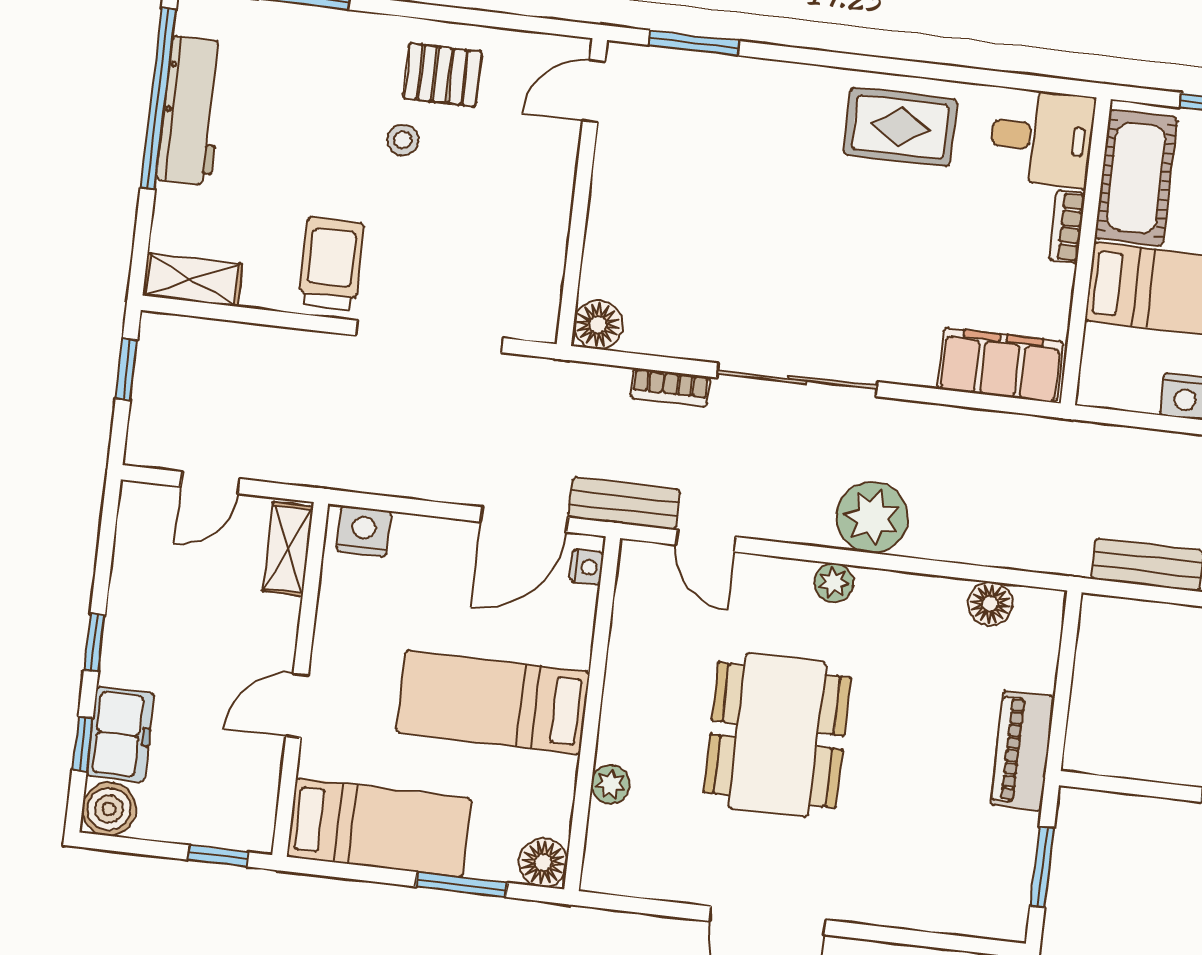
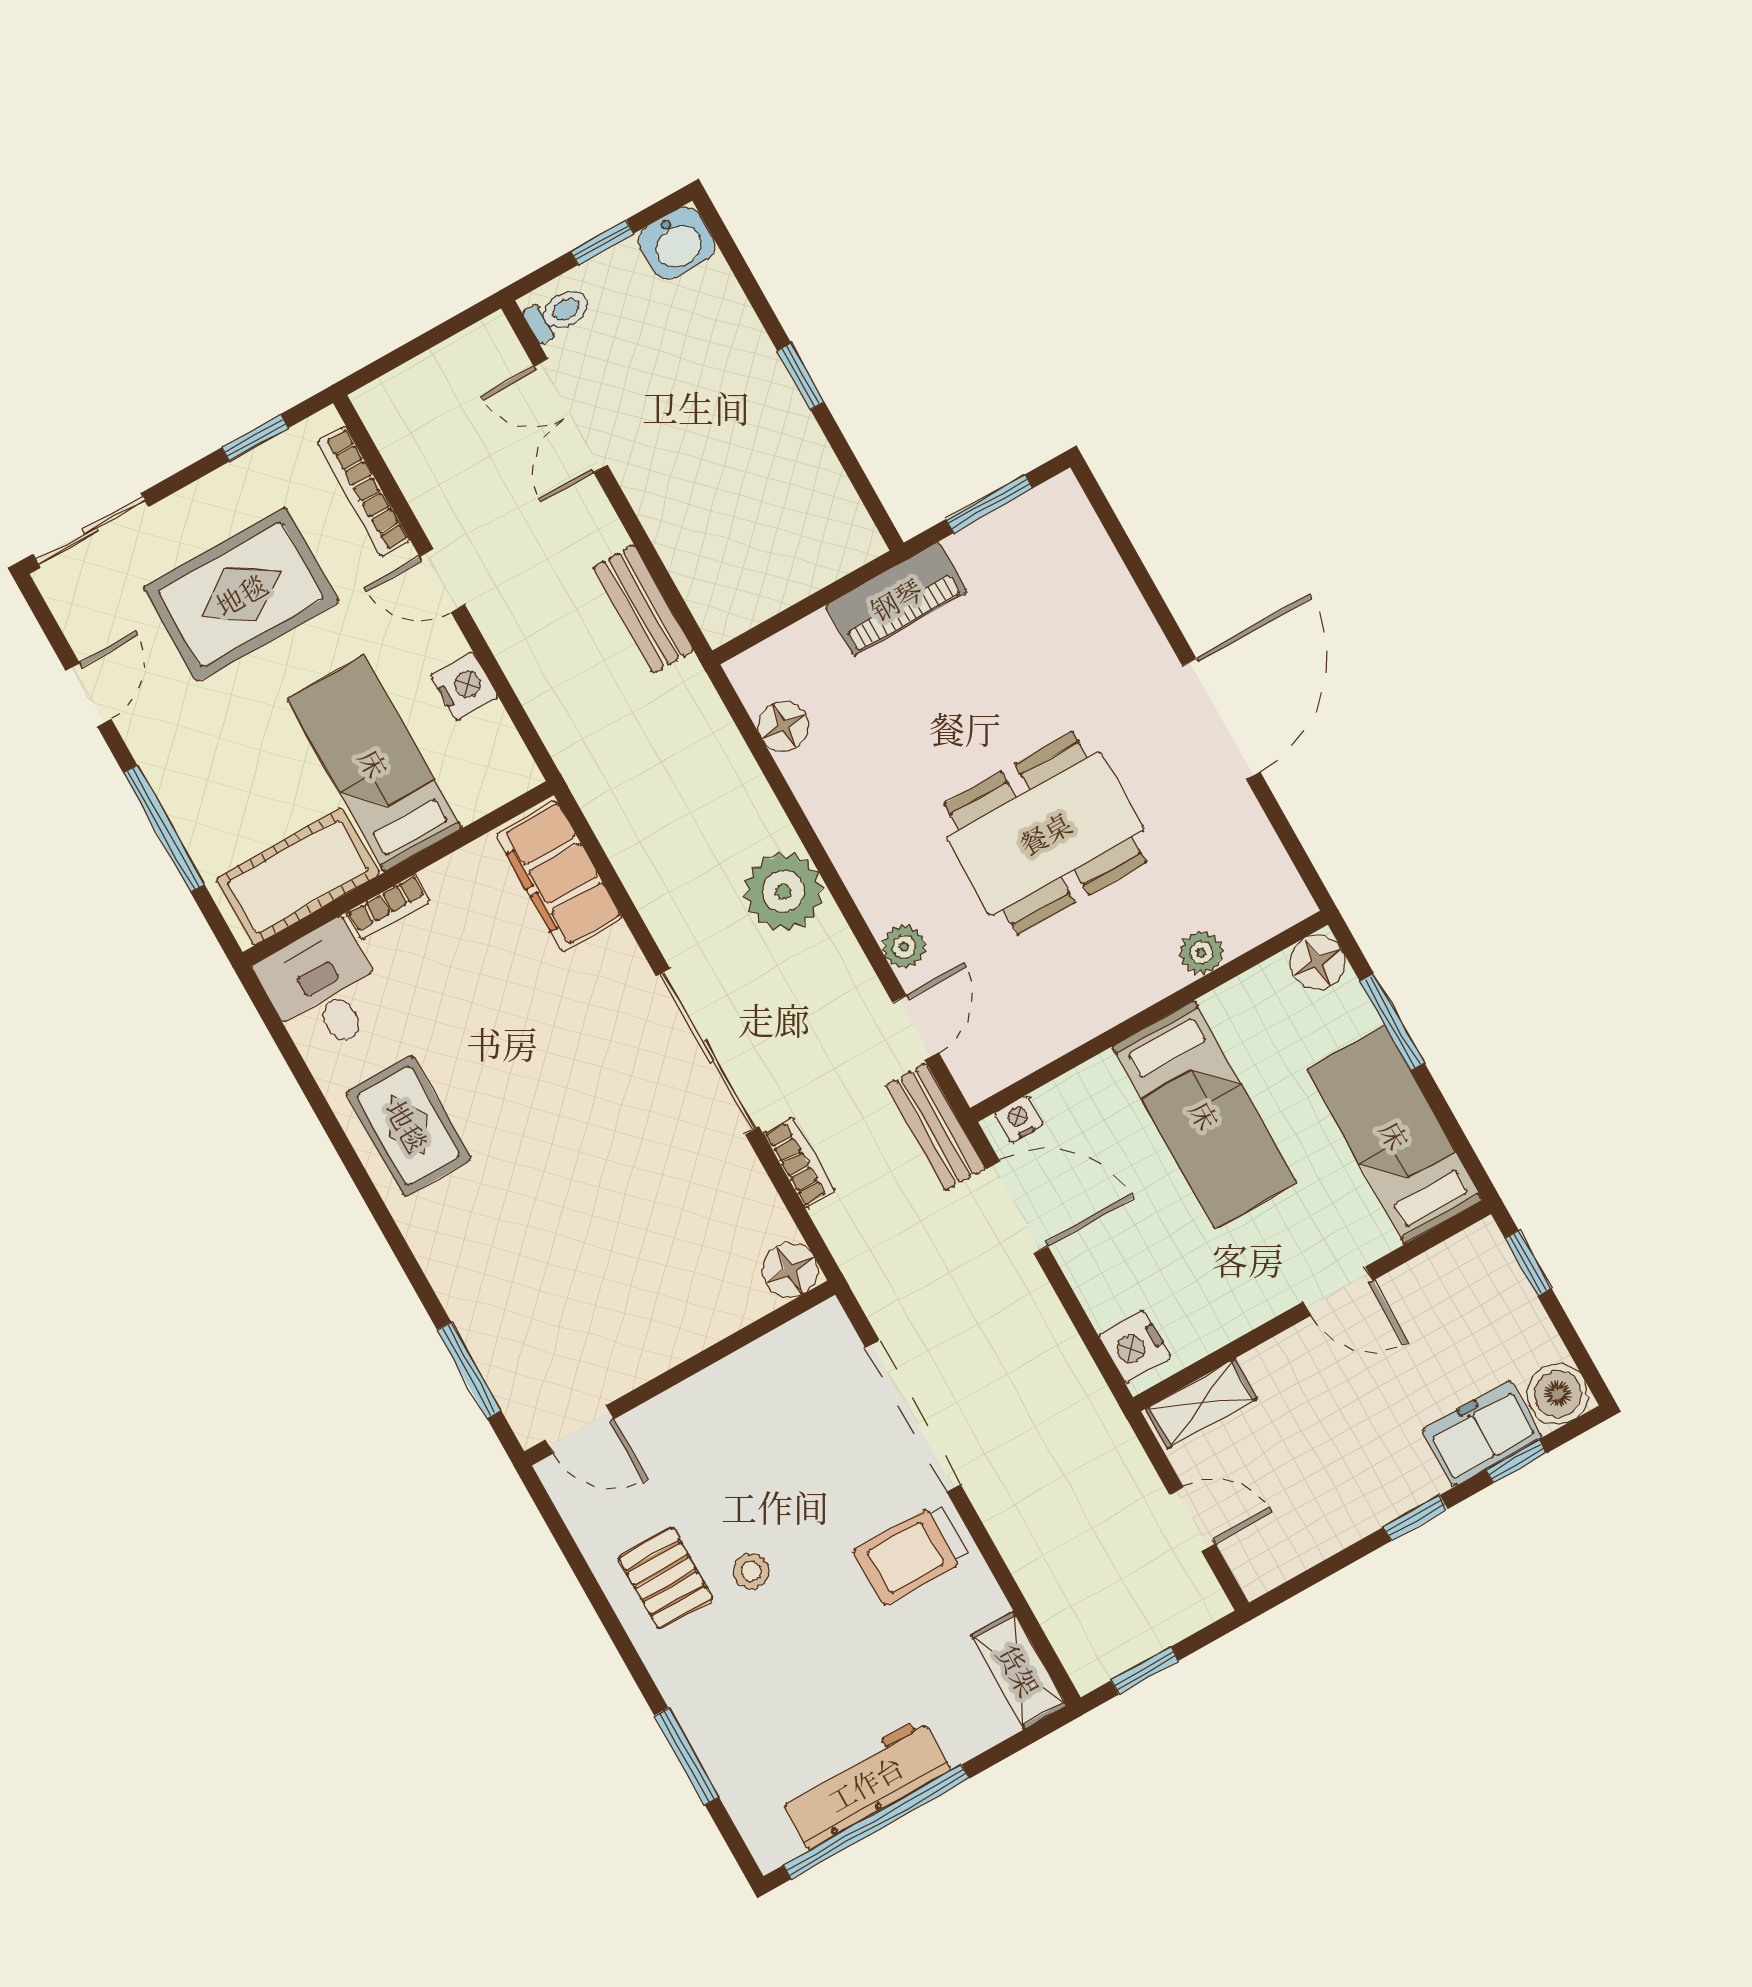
plant: (834, 583) -> (904, 947), moved

